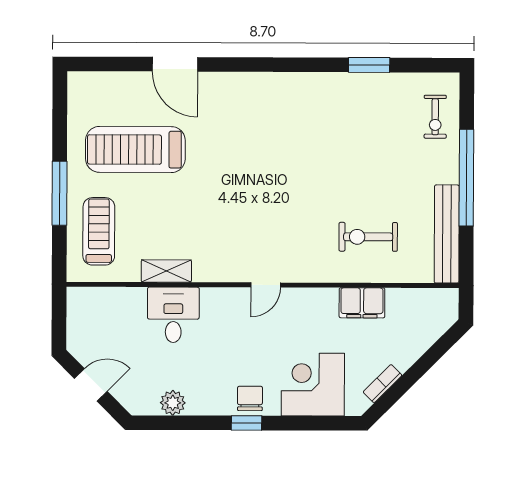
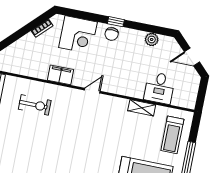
filing cabinet: (362, 303) -> (60, 75), moved
desk: (173, 315) -> (159, 88), moved

